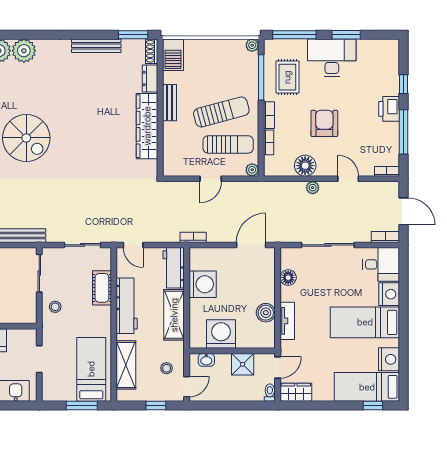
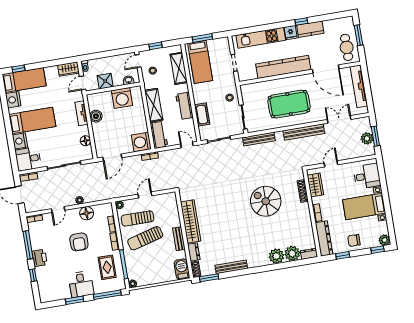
desk: (332, 58) -> (81, 284), width x0.73
door: (348, 179) -> (58, 210), hinge flipped
washing machine: (203, 284) -> (141, 142), moved
workbench: (127, 306) -> (184, 106), width x0.73

